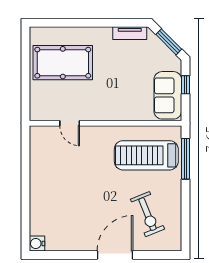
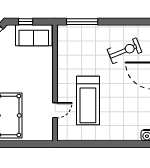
treadmill: (146, 155) -> (88, 100), moved

